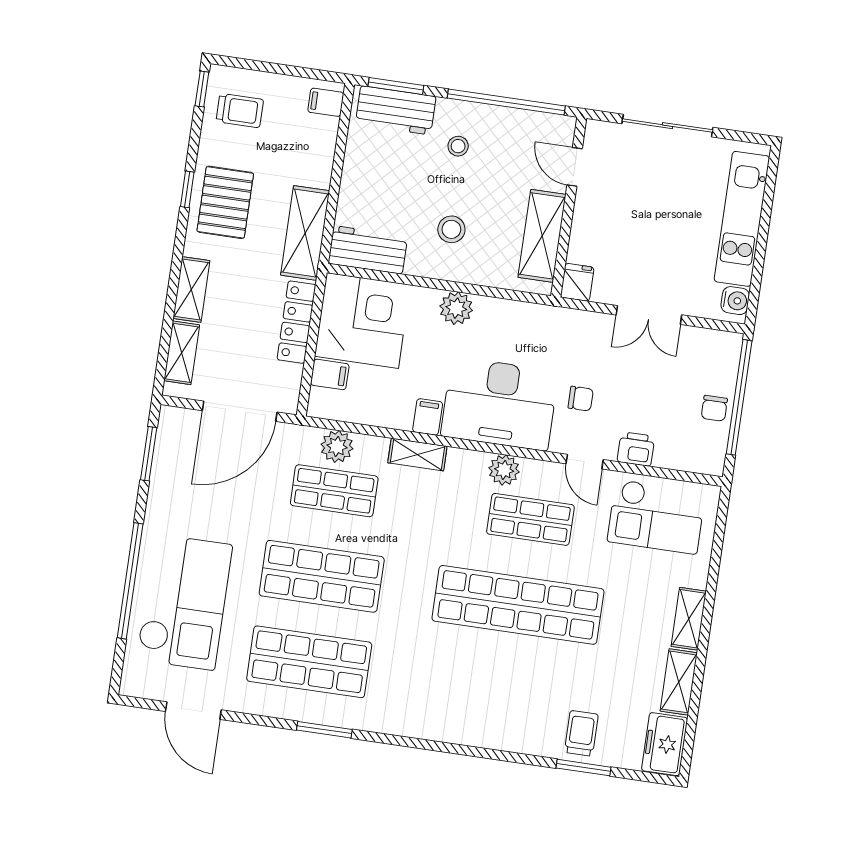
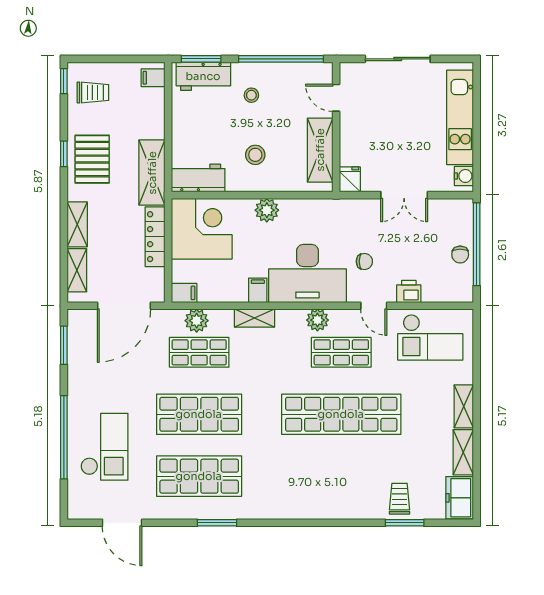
filing cabinet: (330, 374) -> (184, 293), moved
checkout: (184, 602) -> (104, 447), width x0.73, depth x0.83

